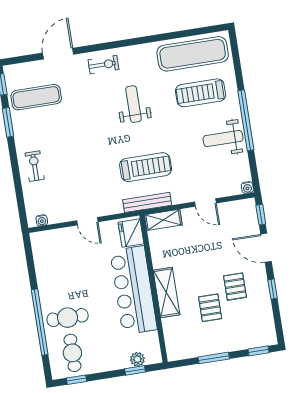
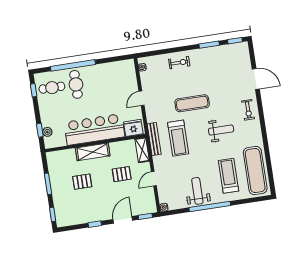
exercise mat: (36, 97) -> (192, 103), moved, turned 90
pallet: (235, 287) -> (122, 174), moved

